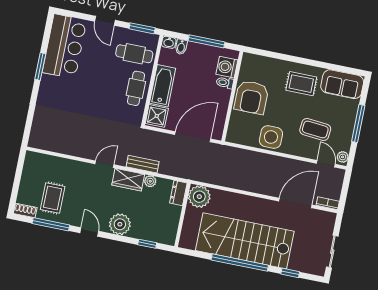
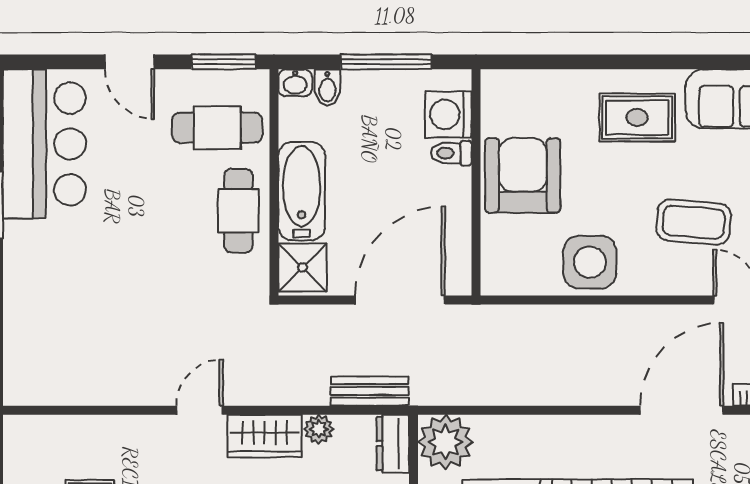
armchair: (251, 97) -> (523, 175), turned 180
bench: (143, 164) -> (370, 391), moved

